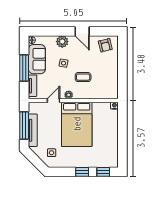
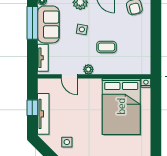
window: (24, 68) -> (32, 23), moved
door: (53, 101) -> (69, 76), swing flipped
bed: (77, 124) -> (121, 106), moved
window: (24, 125) -> (32, 108), width x0.46

